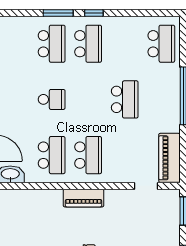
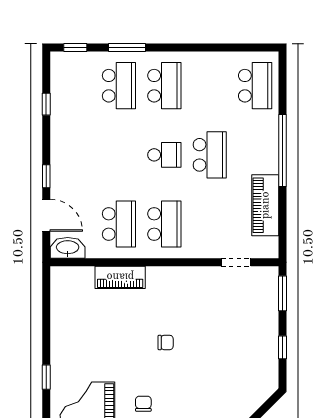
window: (94, 13) -> (75, 47), moved
school desk: (52, 99) -> (164, 155), moved
piano: (169, 158) -> (265, 205), moved
piano: (84, 198) -> (120, 277), moved

